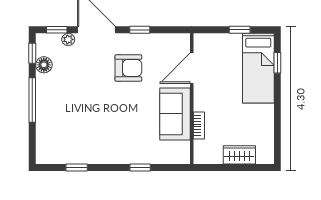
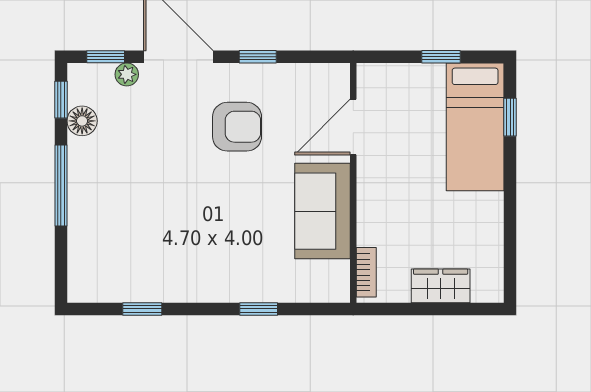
bookcase: (199, 126) -> (366, 272), moved

